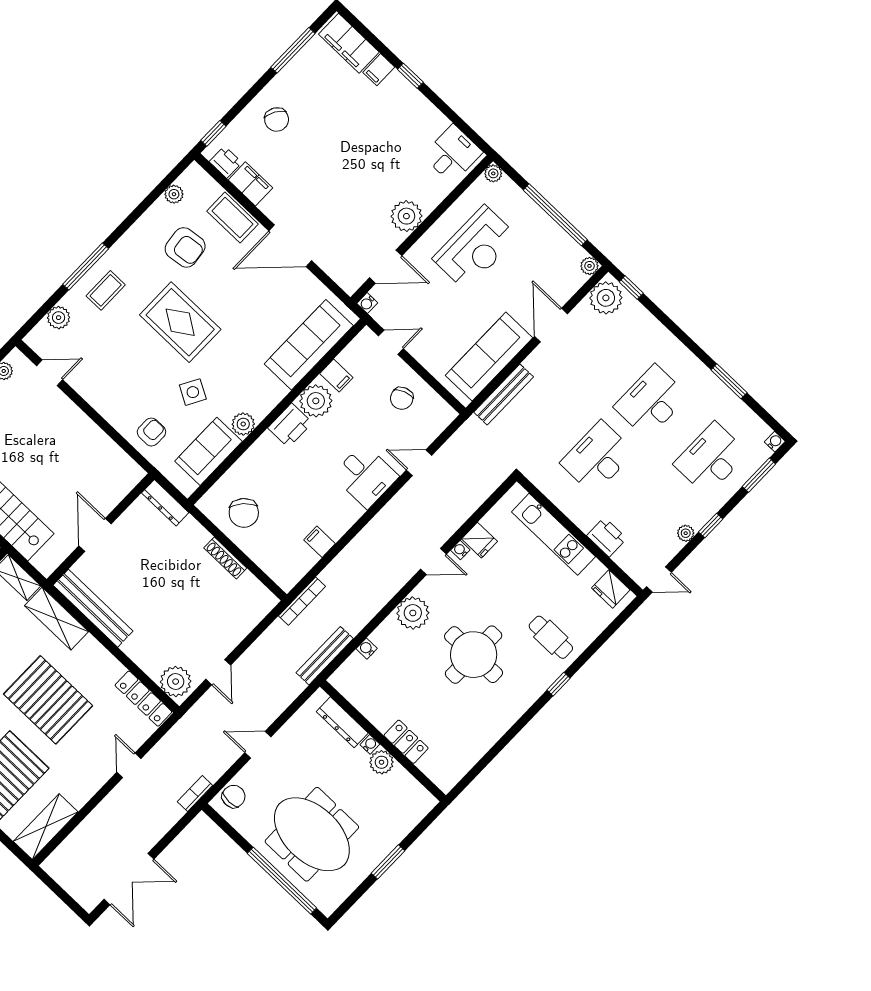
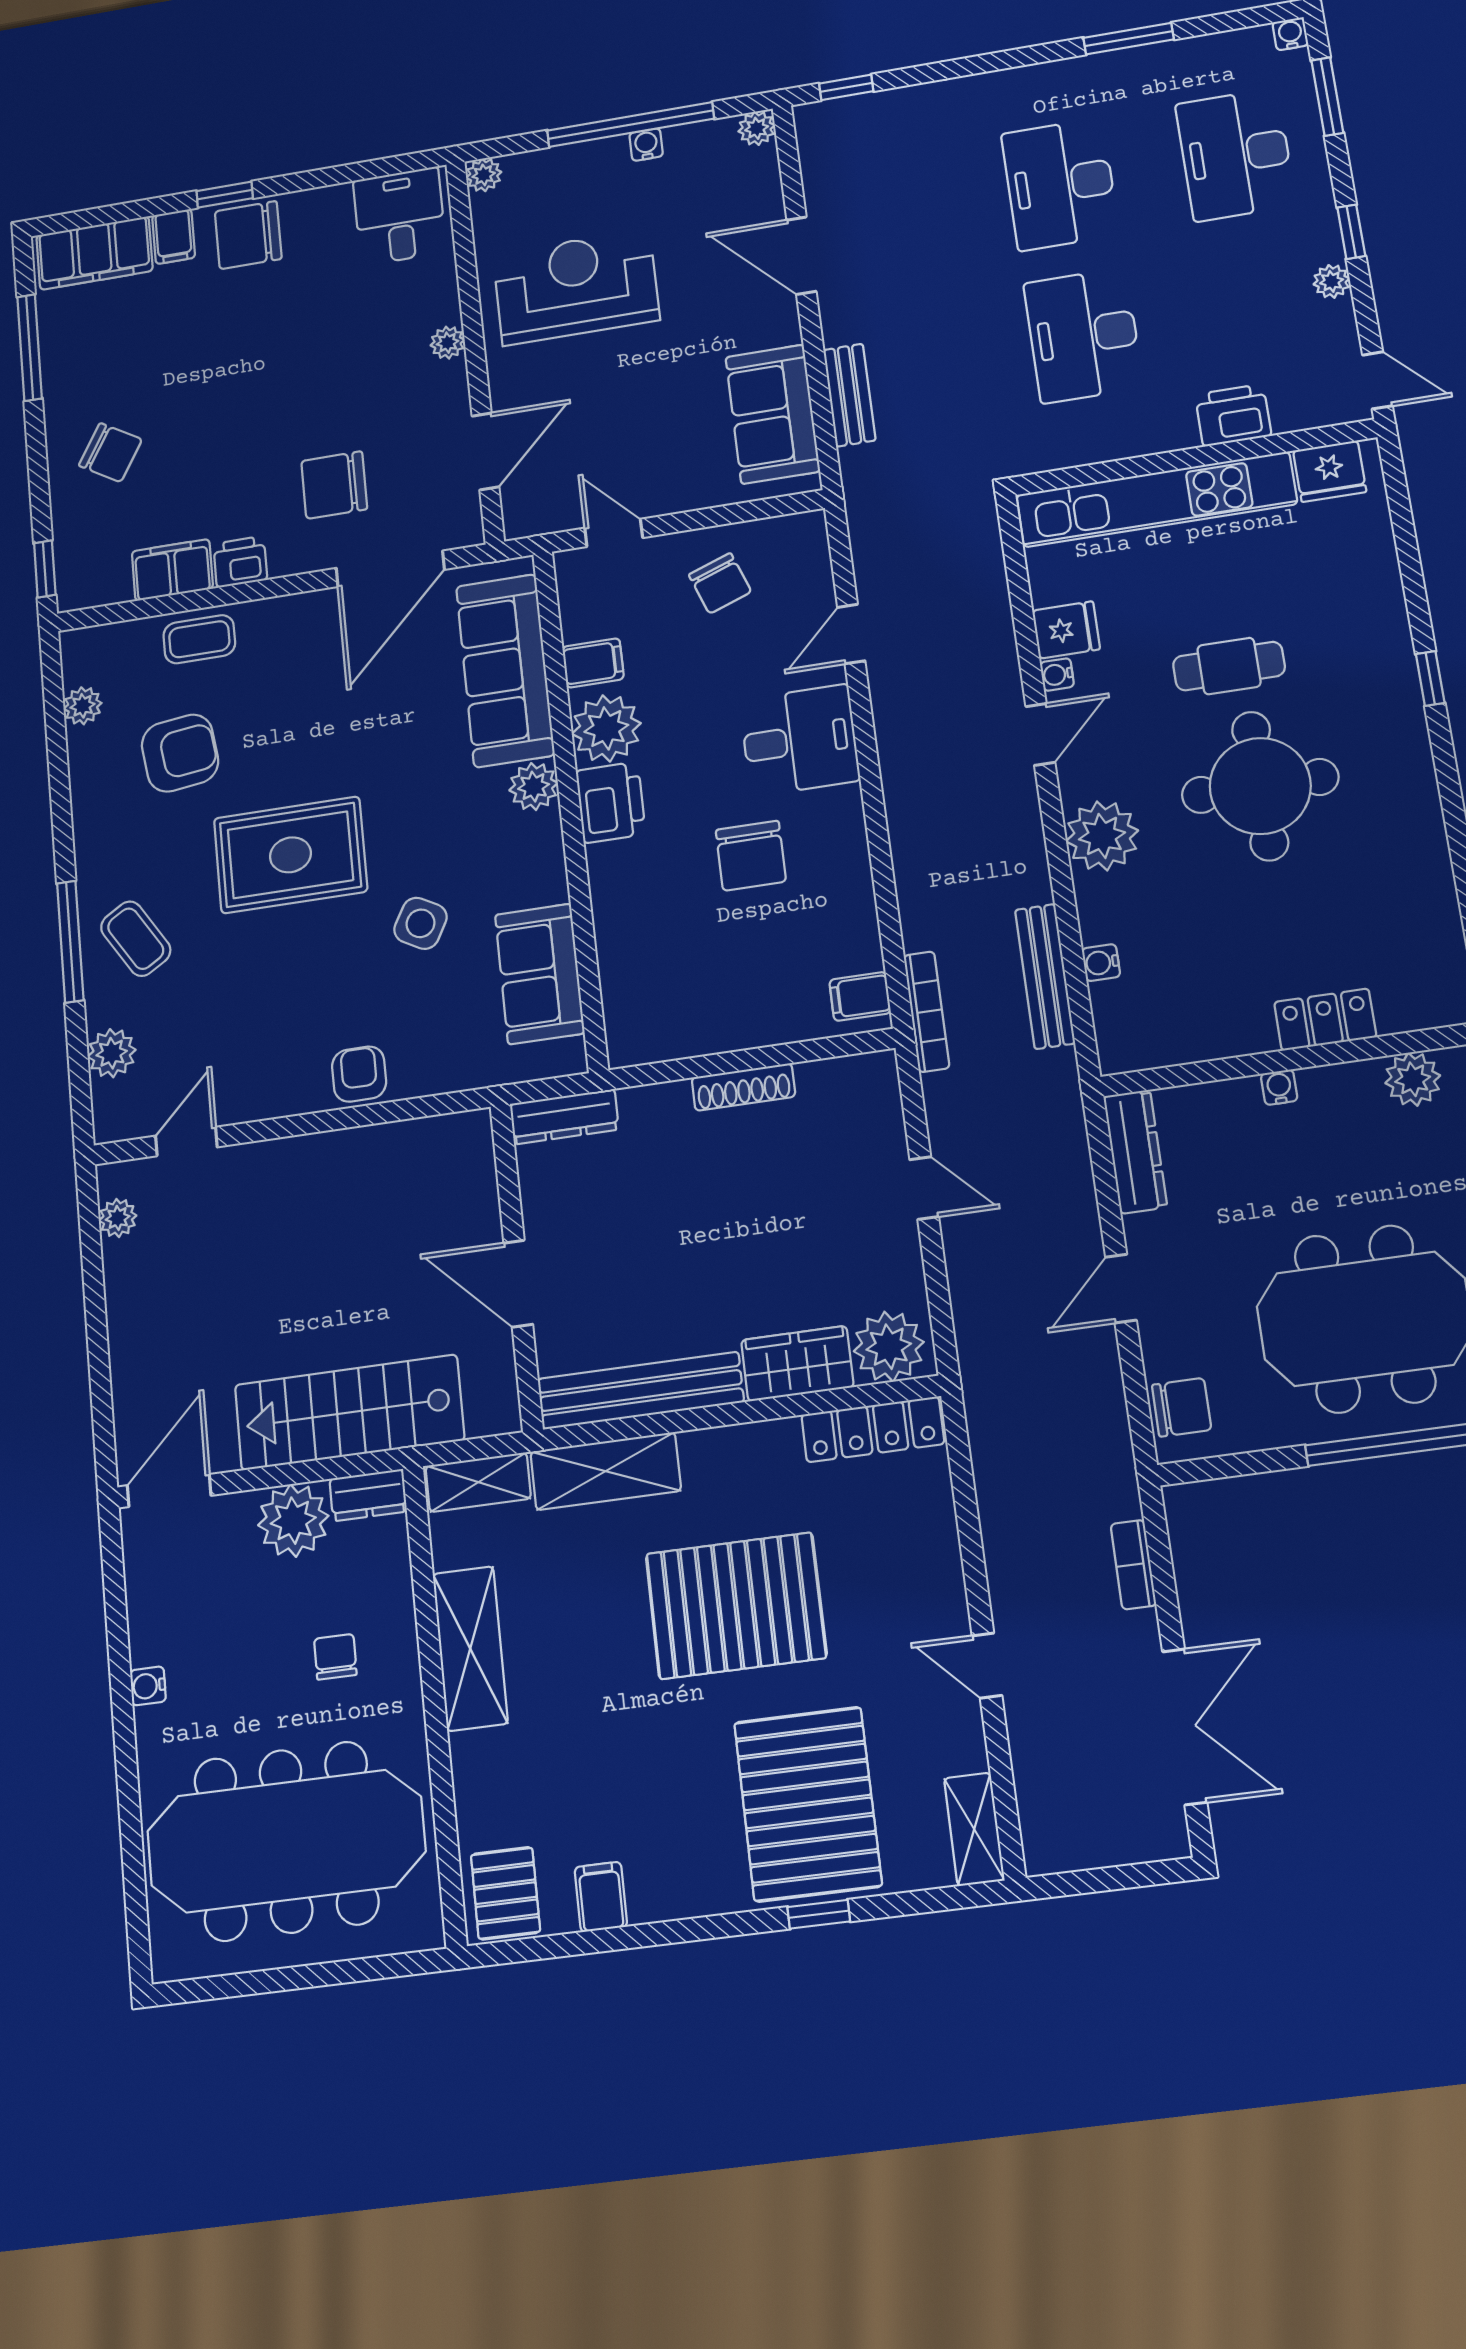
chair: (401, 99) -> (248, 235), added
printer: (226, 162) -> (240, 562), moved
plant: (406, 216) -> (448, 343), width x0.53, depth x0.53
coffee table: (232, 218) -> (199, 639), width x0.73, depth x0.77
chair: (329, 219) -> (334, 485), added
door: (290, 246) -> (390, 569), moved
reception desk: (475, 248) -> (576, 287), turned -90
coffee table: (106, 290) -> (136, 939), turned -32
plant: (606, 298) -> (830, 138), removed
water cooler: (367, 303) -> (646, 145), moved, turned 180
door: (391, 342) -> (614, 533), hinge flipped
sofa: (489, 357) -> (773, 414), width x0.73
bench: (504, 394) -> (849, 395), width x0.73
plant: (243, 424) -> (534, 787), moved
armchair: (151, 432) -> (359, 1074), moved
chair: (244, 513) -> (751, 856), moved, turned 47
kitchen unit: (553, 534) -> (1156, 499), width x1.36
filing cabinet: (319, 542) -> (860, 996), moved
door: (659, 580) -> (1377, 380), hinge flipped
cafe table: (551, 637) -> (1229, 666), moved
wardrobe: (145, 655) -> (797, 1364), added
bench: (325, 656) -> (1045, 976), moved
door: (218, 672) -> (924, 1188), moved
dresser: (342, 722) -> (1135, 1152), moved, turned -90
plant: (382, 762) -> (1413, 1079), moved
door: (129, 765) -> (987, 1666), moved
bookcase: (195, 794) -> (1133, 1565), moved
chair: (234, 796) -> (1182, 1407), turned 90
shelving: (46, 827) -> (974, 1829), width x0.67, depth x0.75

